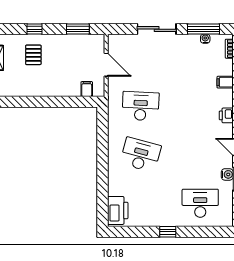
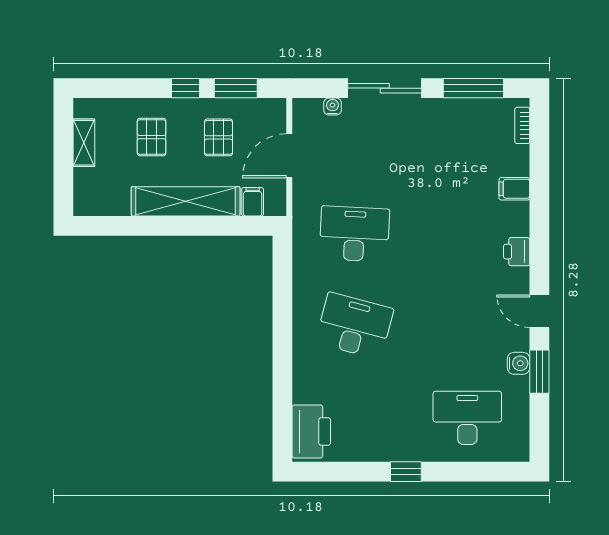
window: (35, 29) -> (185, 88), moved
water cooler: (205, 39) -> (333, 107), moved
pallet: (69, 55) -> (219, 137), added
door: (106, 65) -> (289, 156), swing flipped
shelving: (51, 89) -> (186, 201), added

